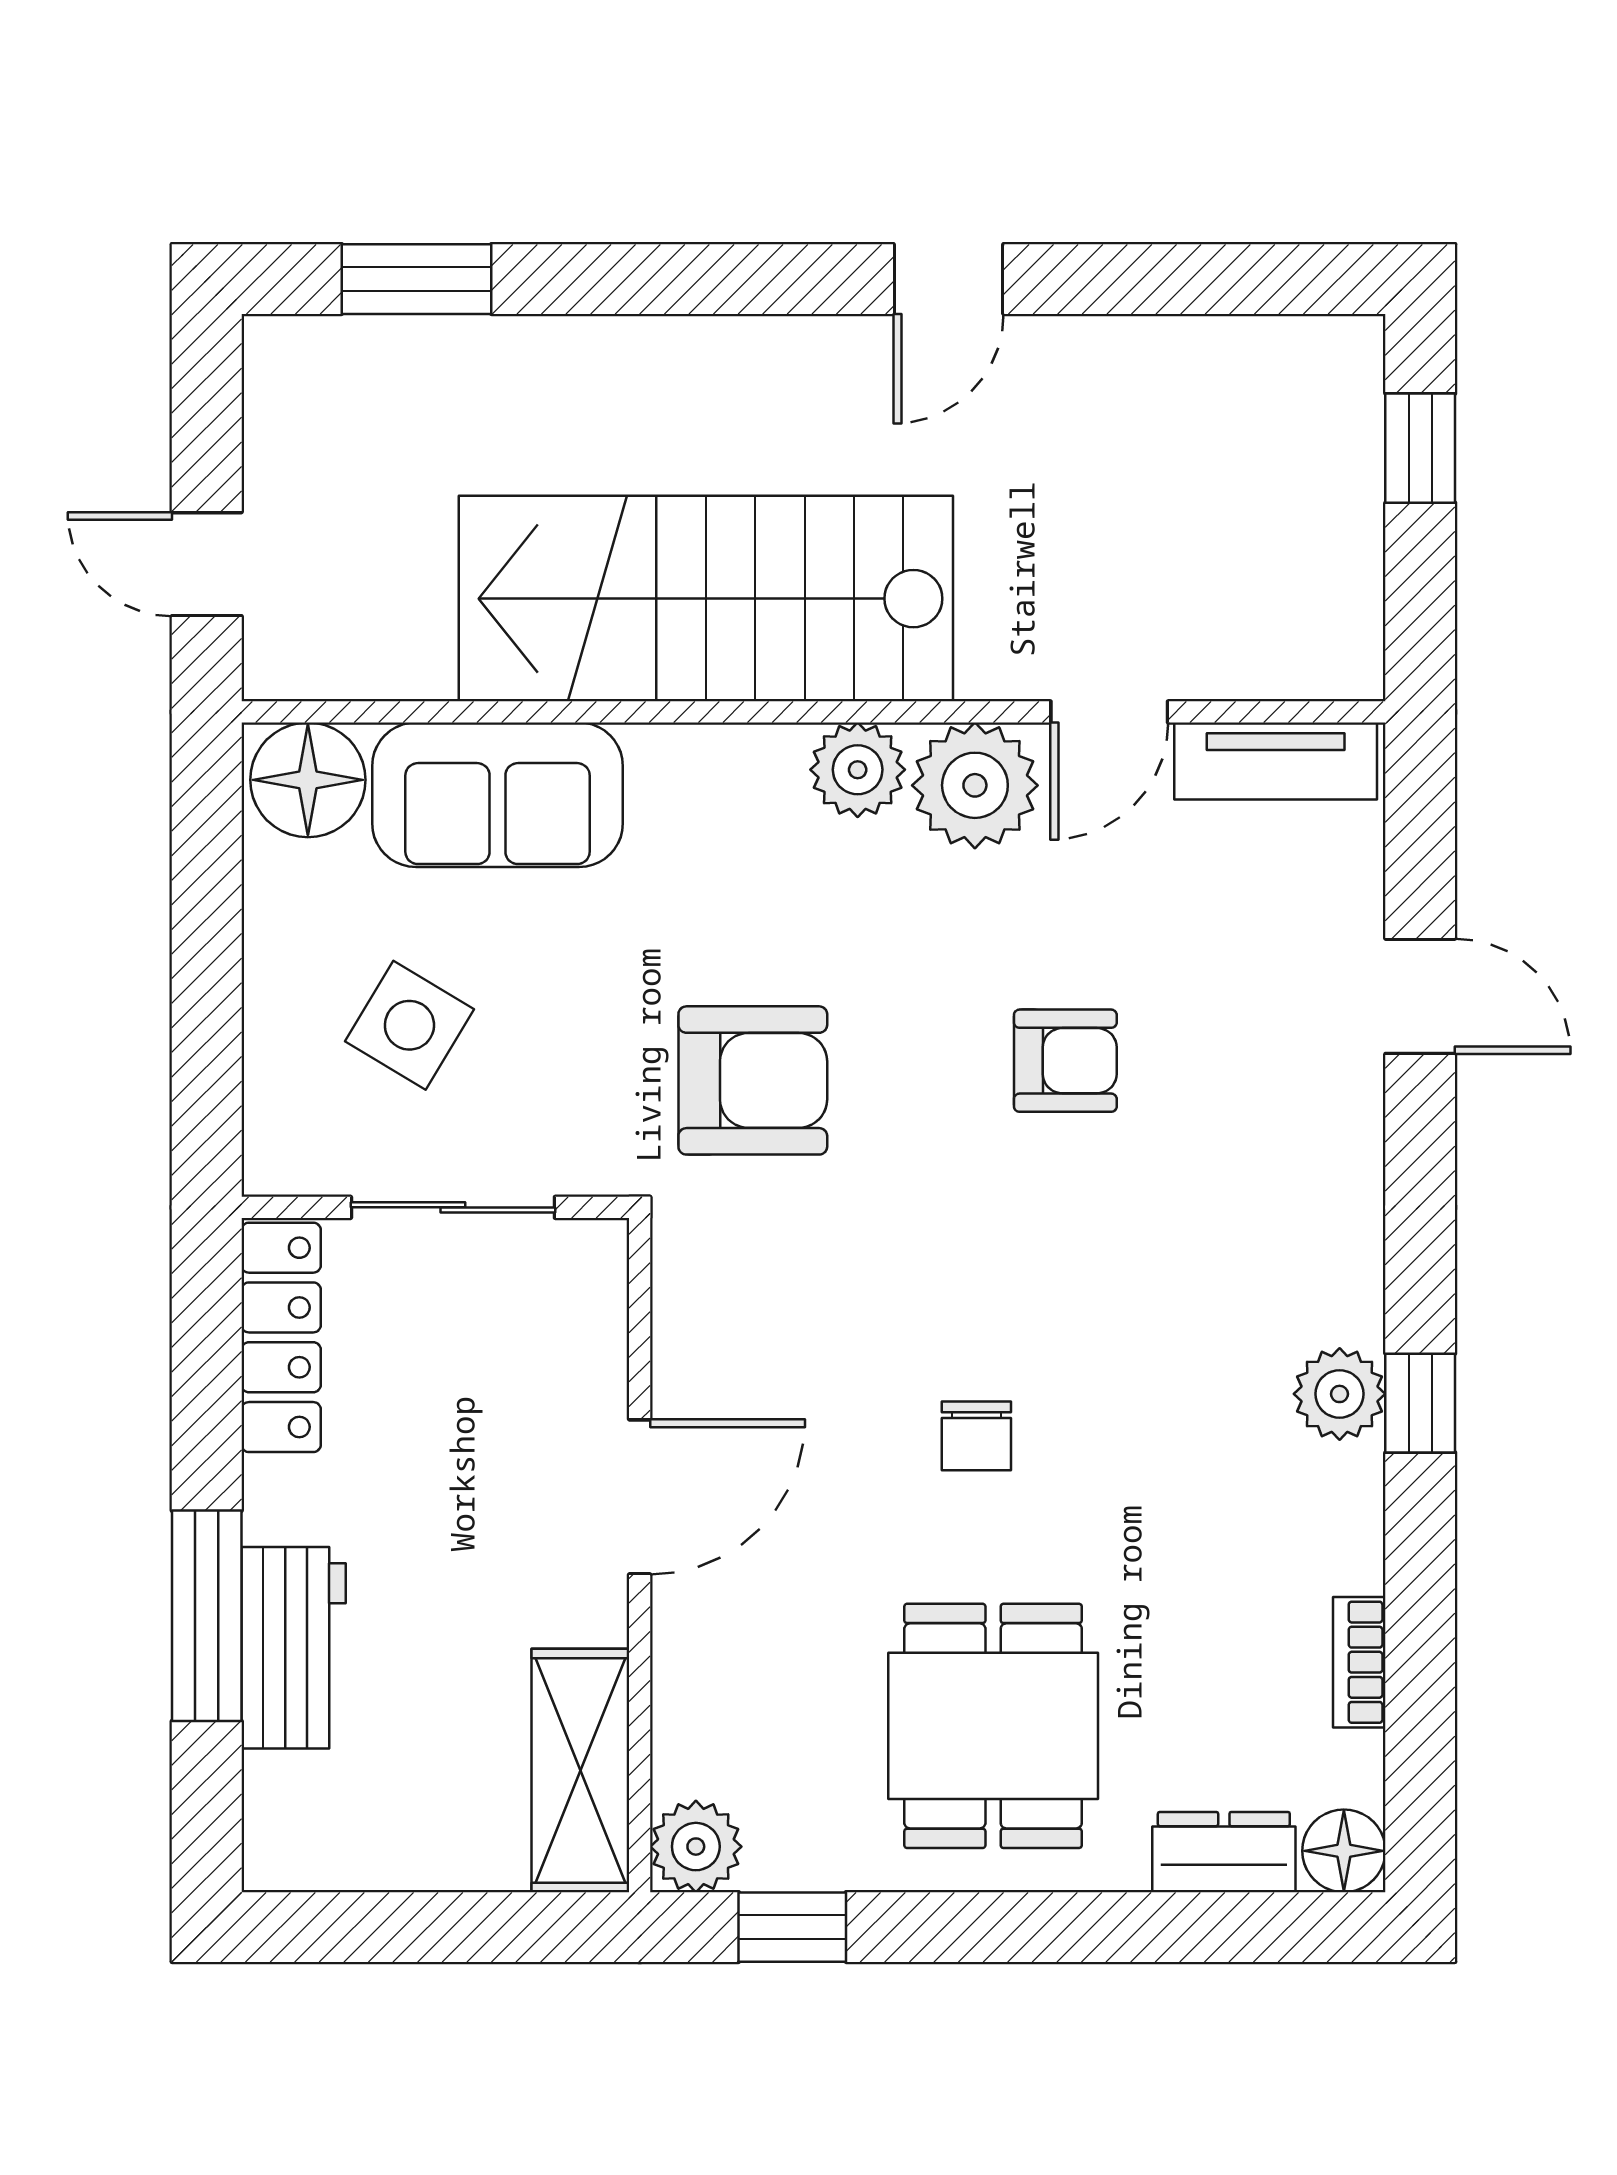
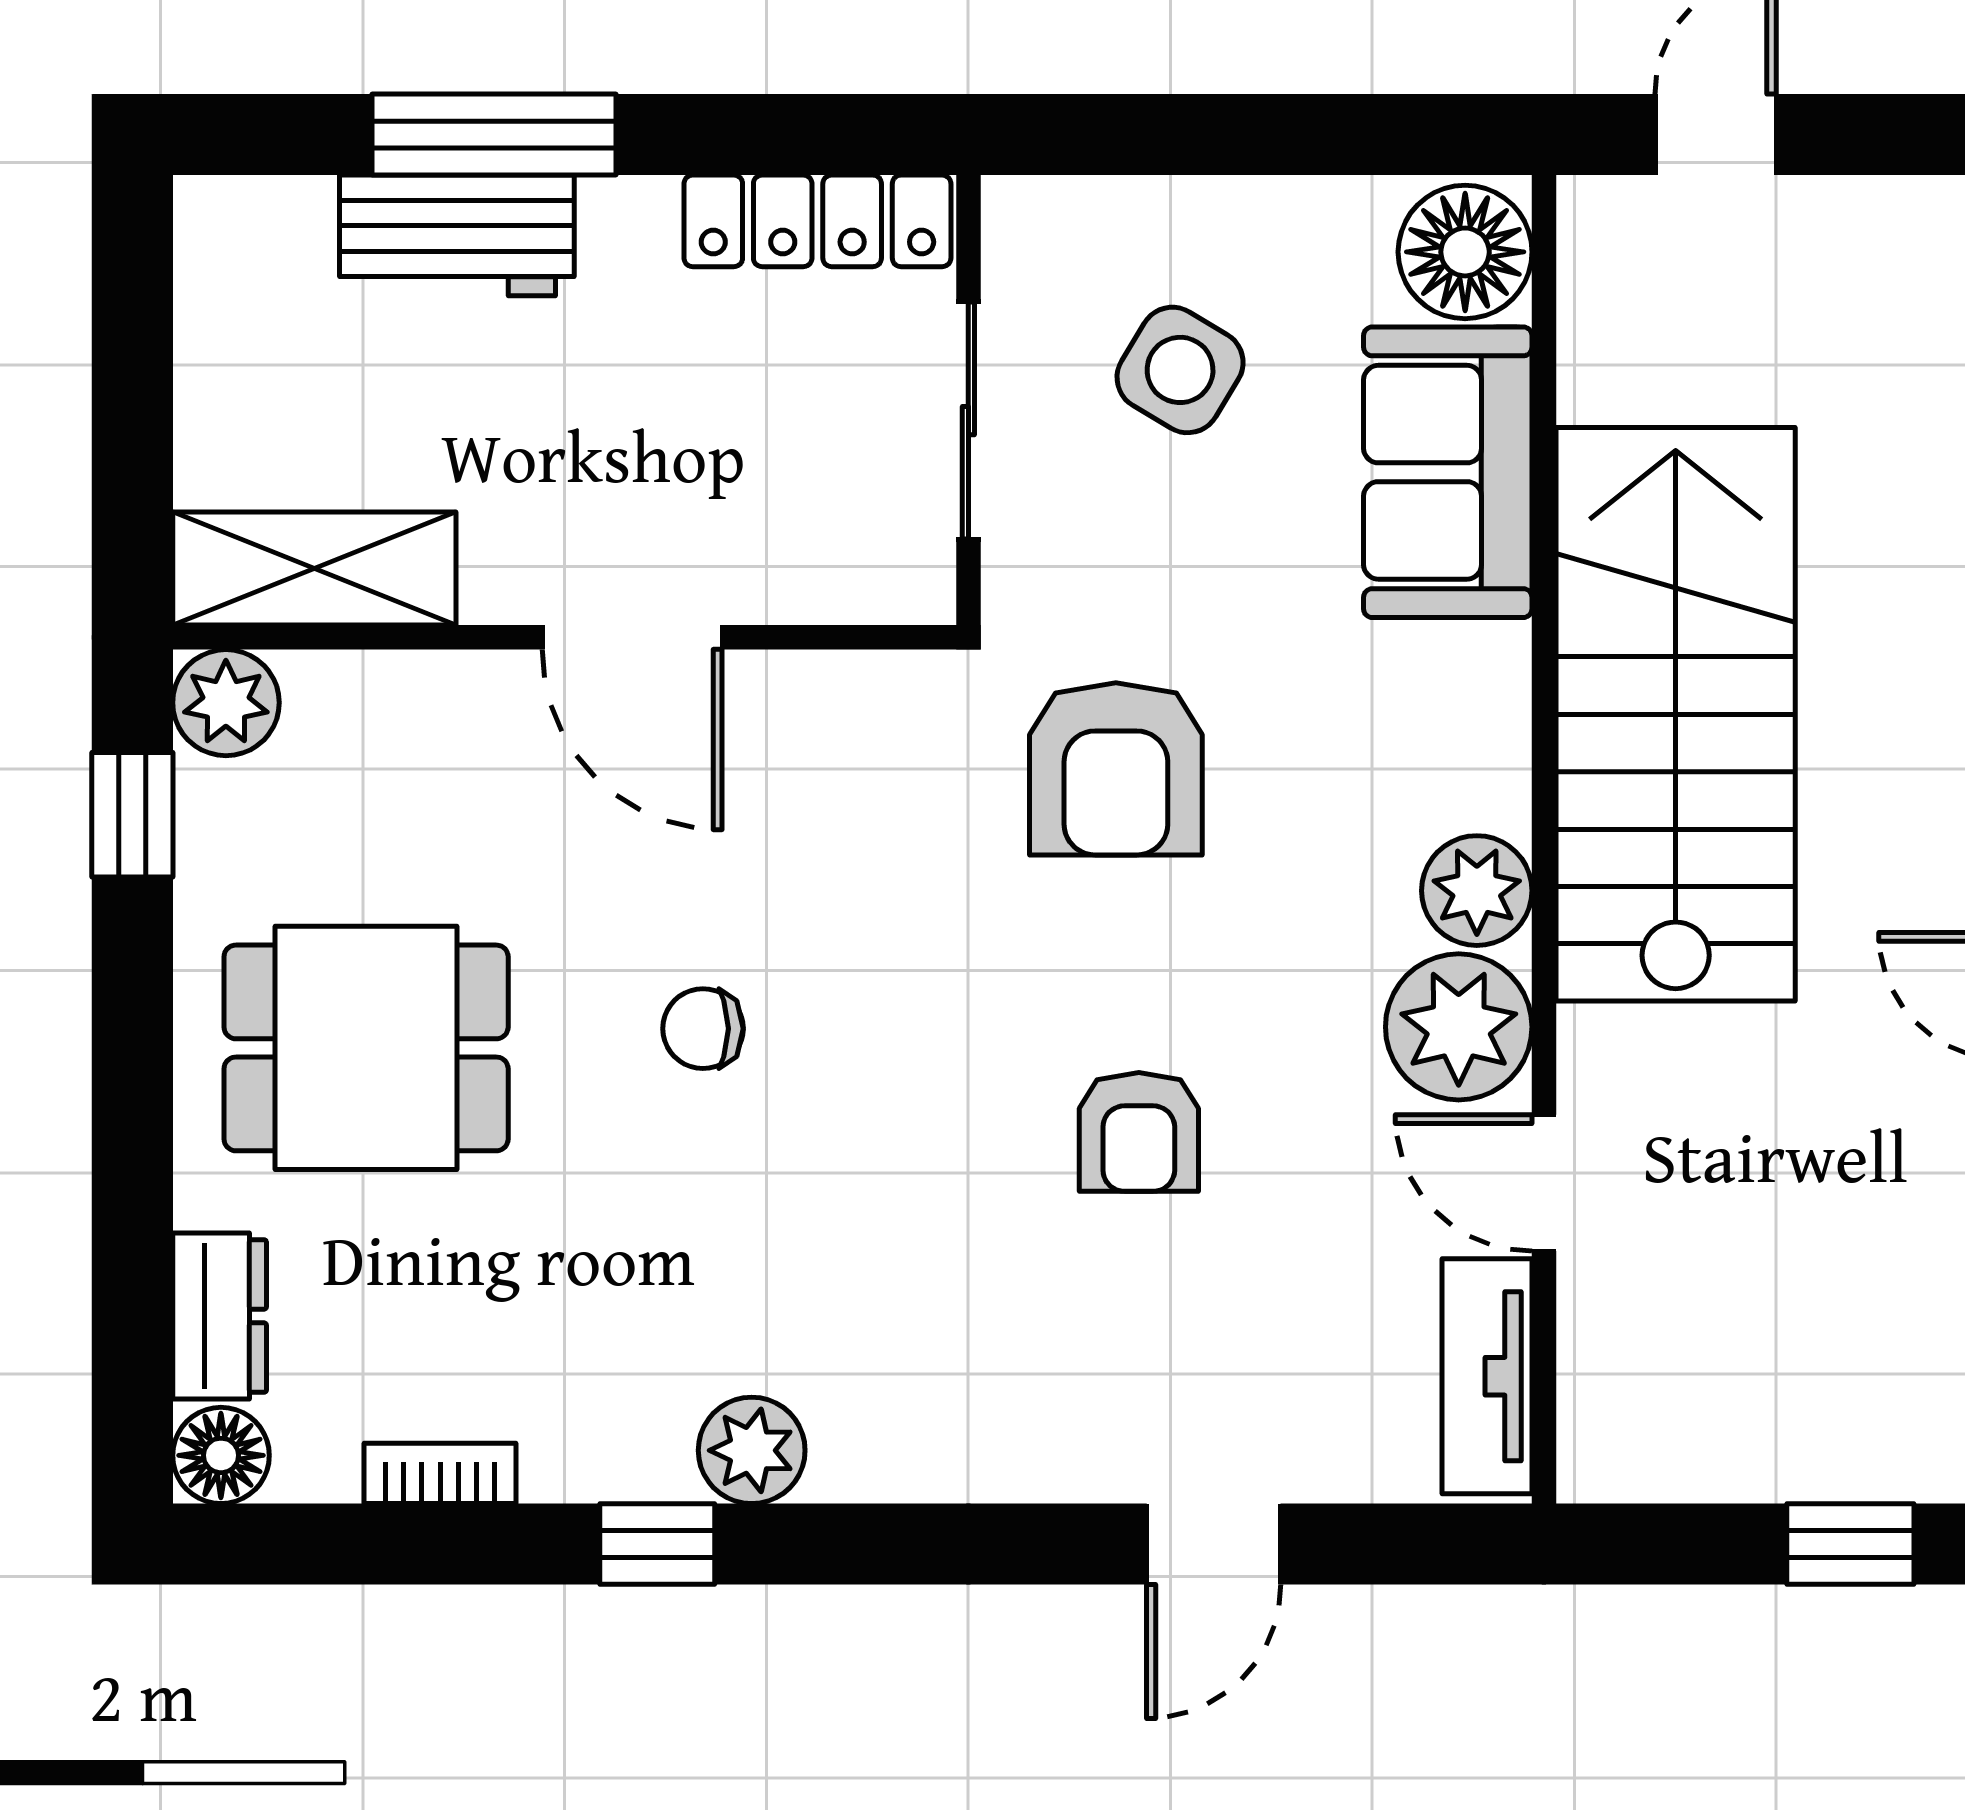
window: (1420, 1403) -> (657, 1544), moved

